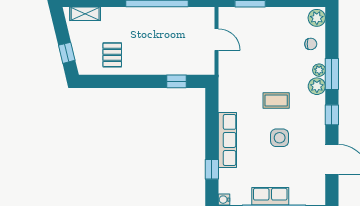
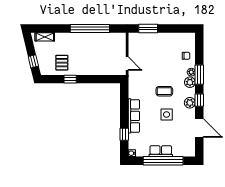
plant: (317, 18) -> (190, 103), moved
door: (216, 40) -> (127, 64), moved
window: (176, 81) -> (70, 79), moved

